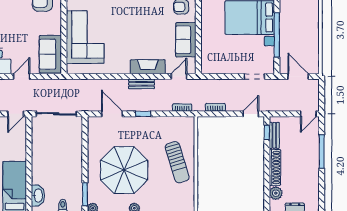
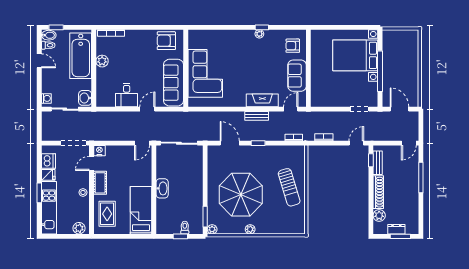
sofa: (50, 54) -> (174, 83), width x1.36
washbasin: (38, 196) -> (162, 188), moved

